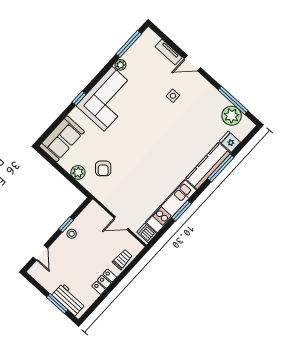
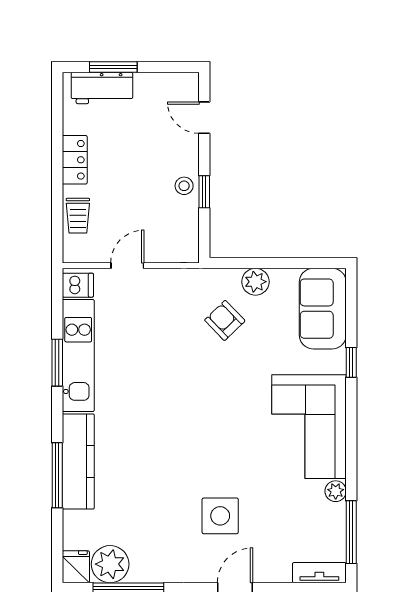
tv unit: (169, 52) -> (319, 573), moved
side table: (173, 96) -> (220, 516), width x1.87, depth x1.87
window: (79, 98) -> (351, 362), moved
fridge: (230, 142) -> (76, 567), moved, turned -90

